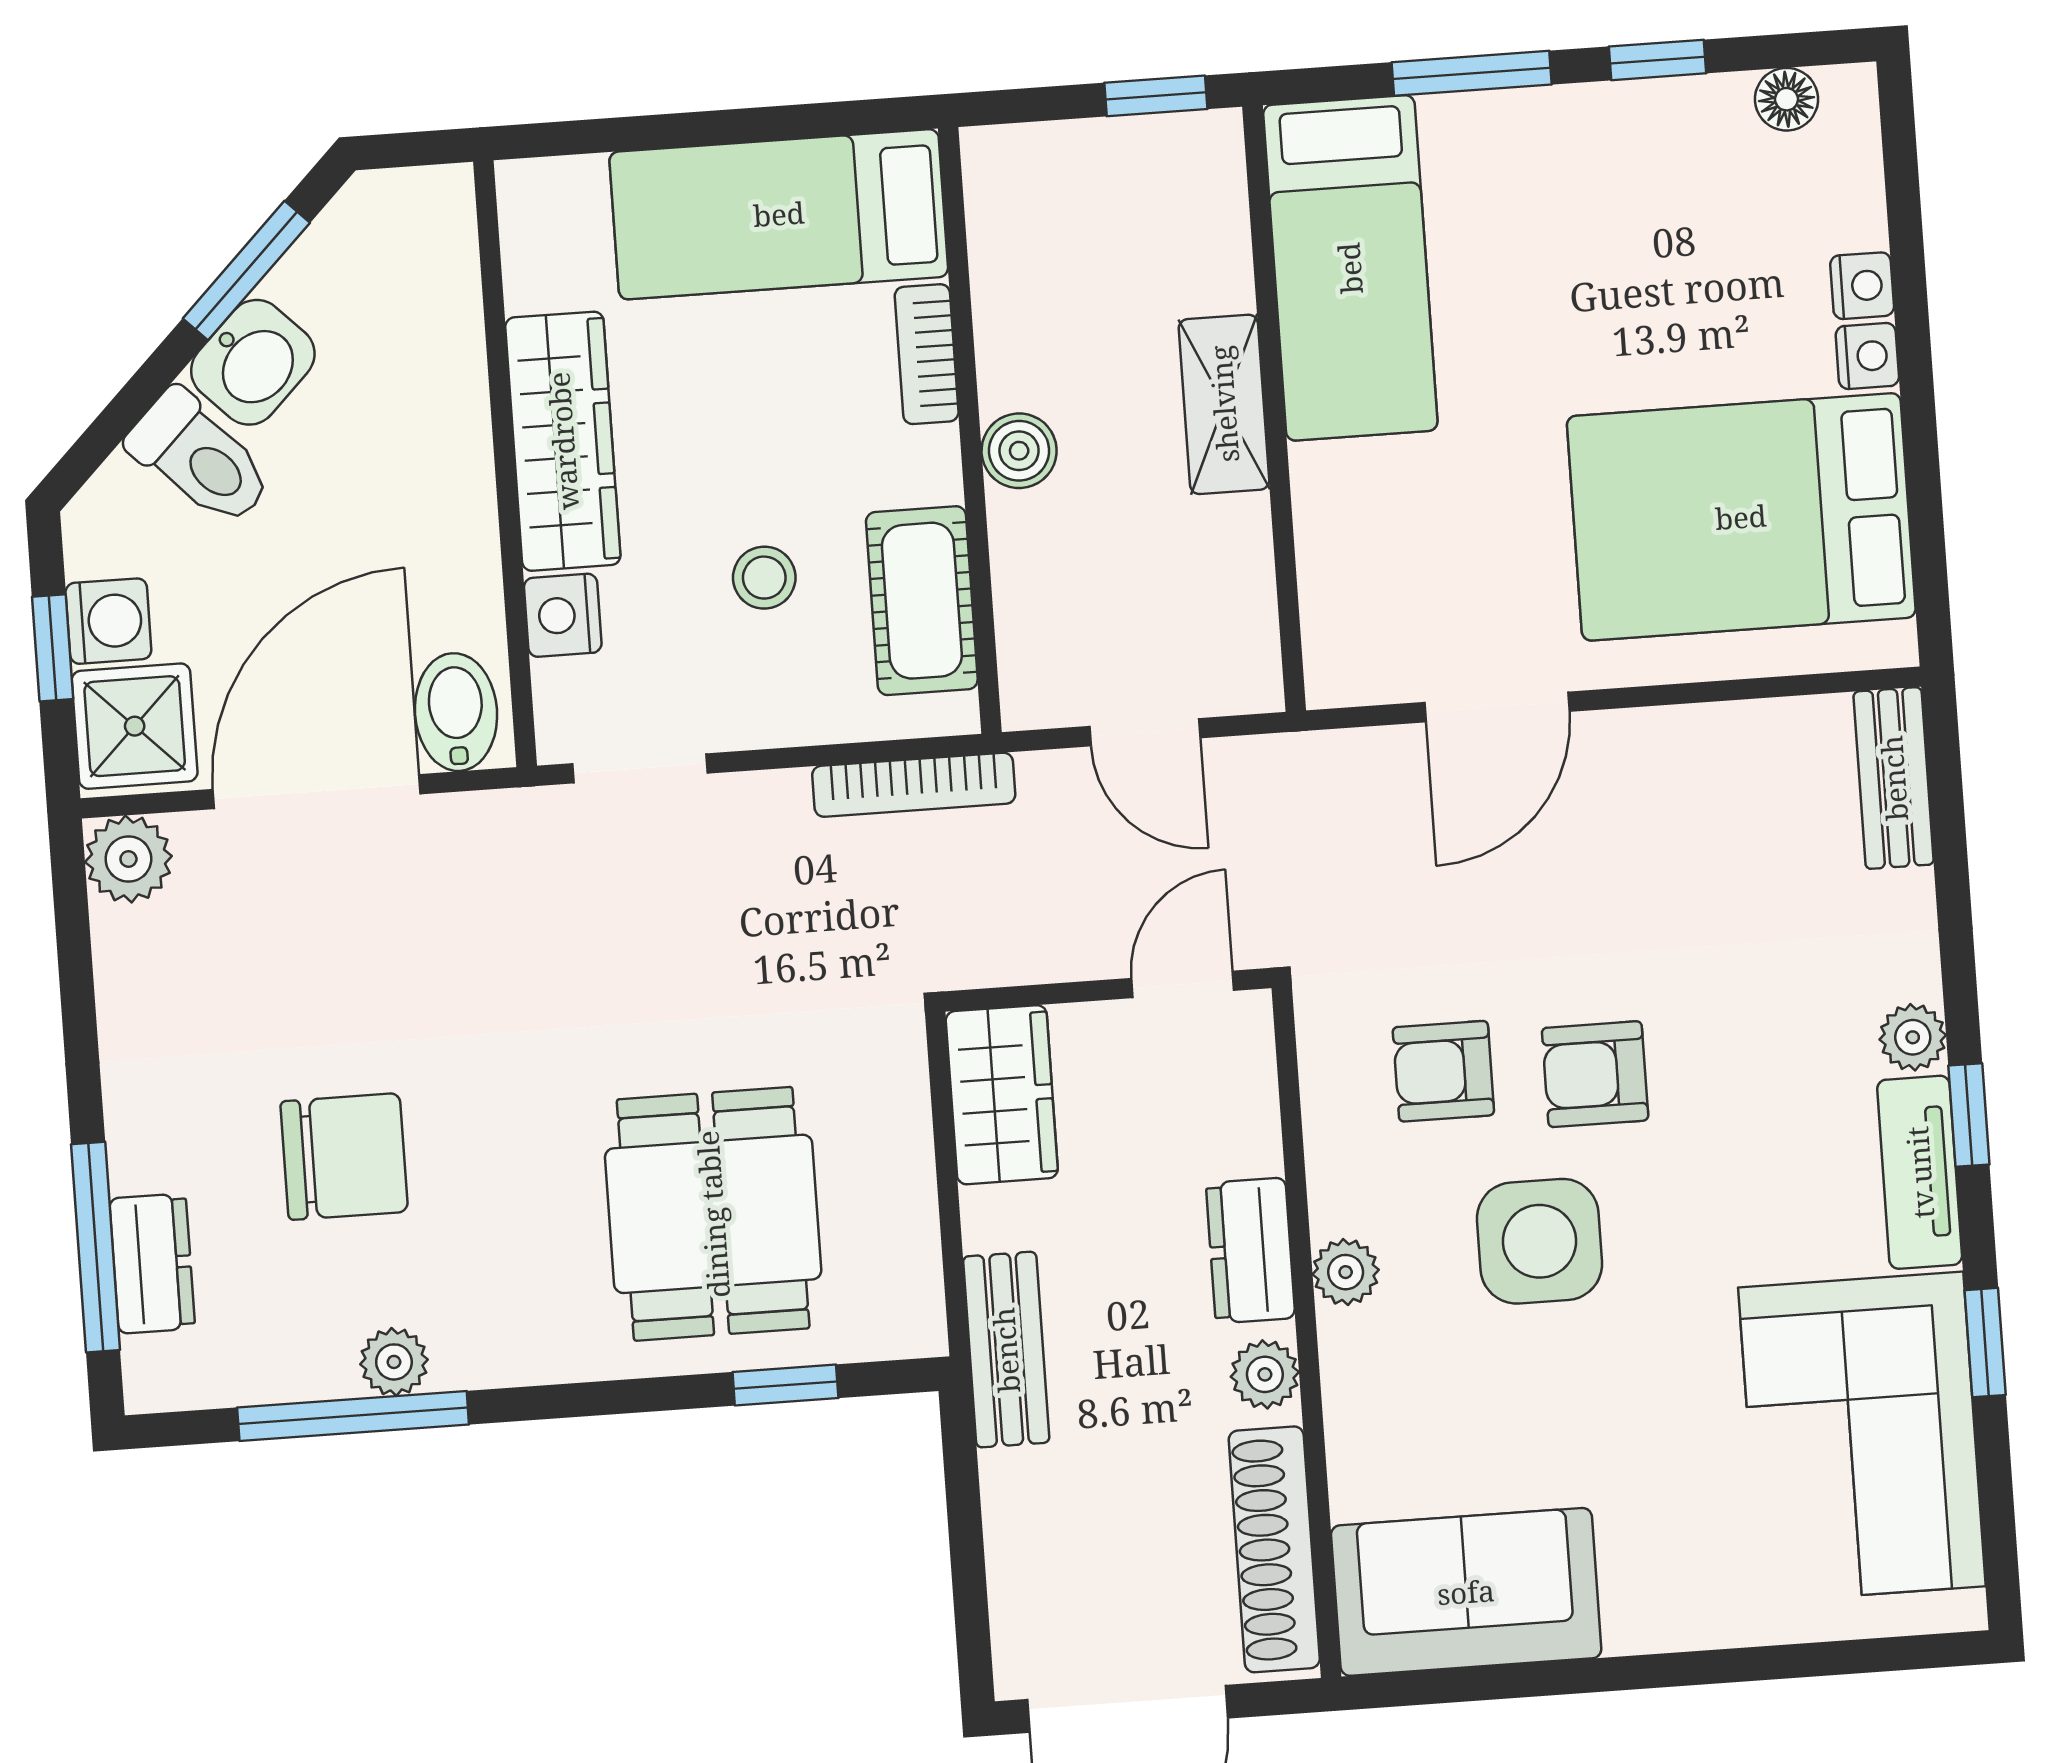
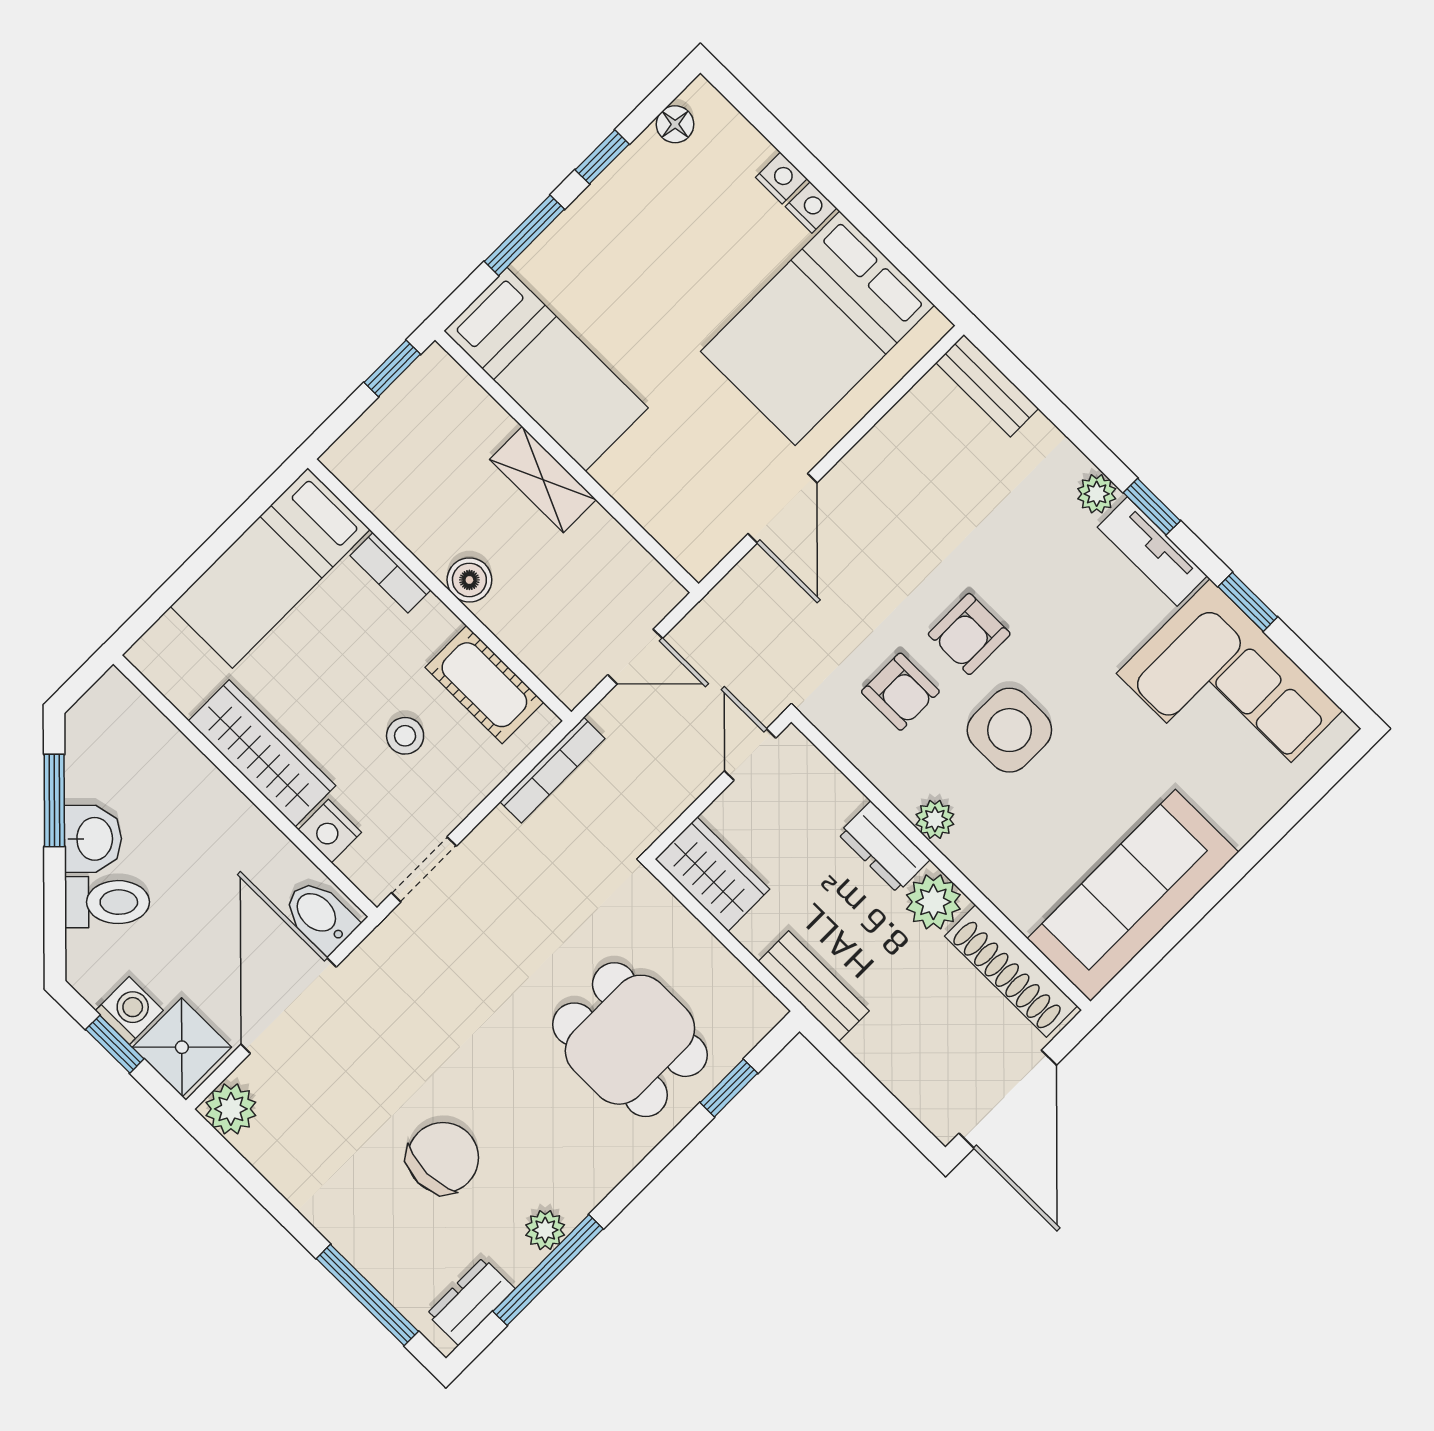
armchair: (1443, 1071) -> (900, 692), turned -90
dresser: (152, 1264) -> (471, 1301), moved, turned -90
plant: (1265, 1374) -> (933, 902), width x1.38, depth x1.38
sofa: (1466, 1592) -> (1133, 895), width x1.36

